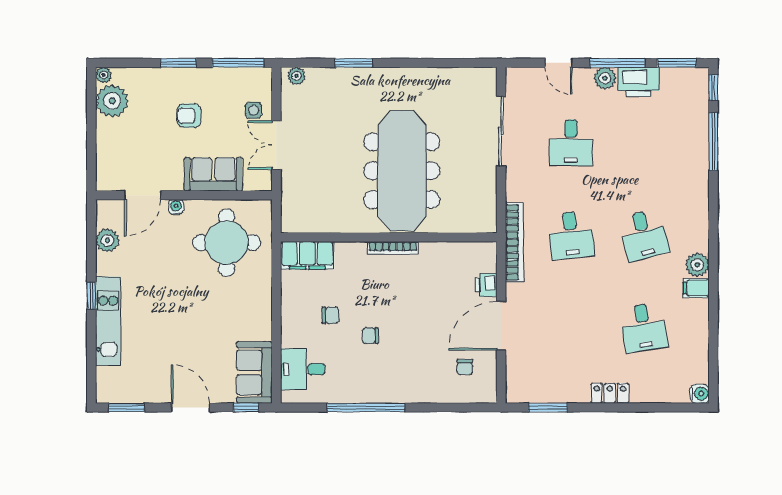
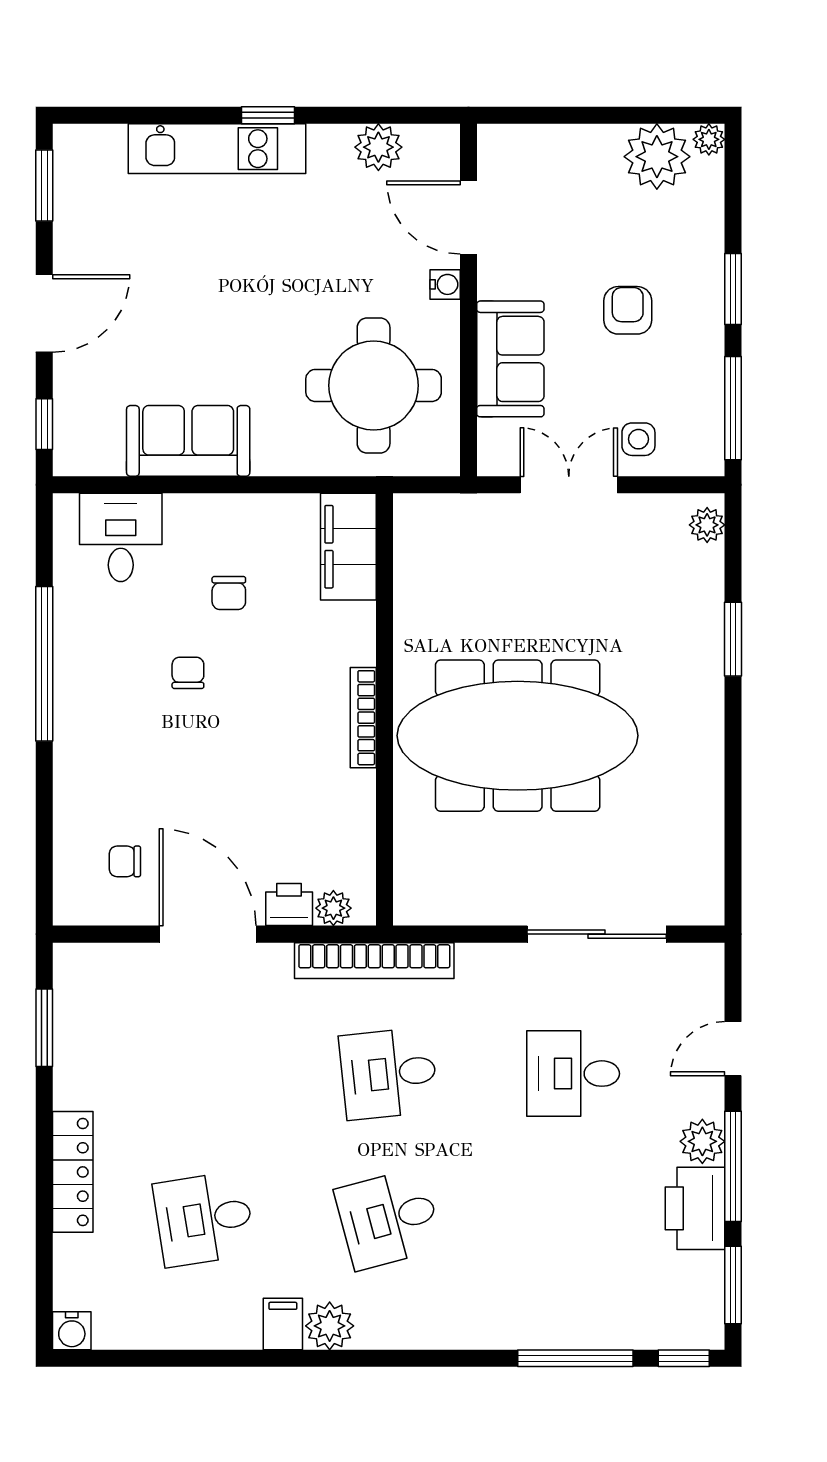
plant: (488, 263) -> (333, 908), added
sofa: (254, 373) -> (188, 441), moved
locker: (610, 393) -> (73, 1172), width x1.53

